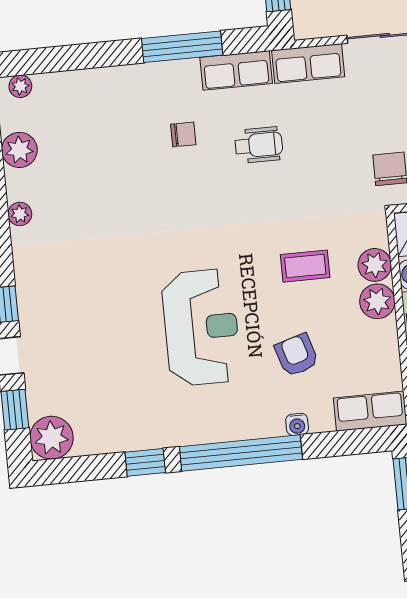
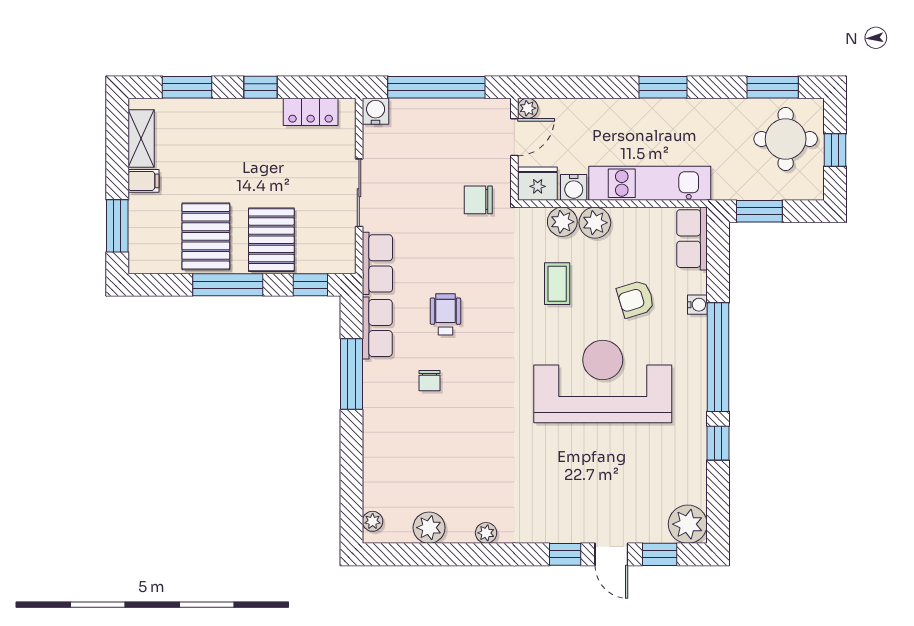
chair: (183, 134) -> (430, 381), turned 180
reception desk: (201, 327) -> (603, 381), width x1.36, depth x1.30

